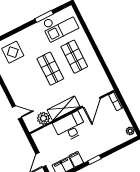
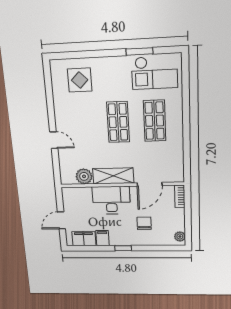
door: (17, 112) -> (54, 140), moved
chair: (101, 133) -> (144, 223), added

